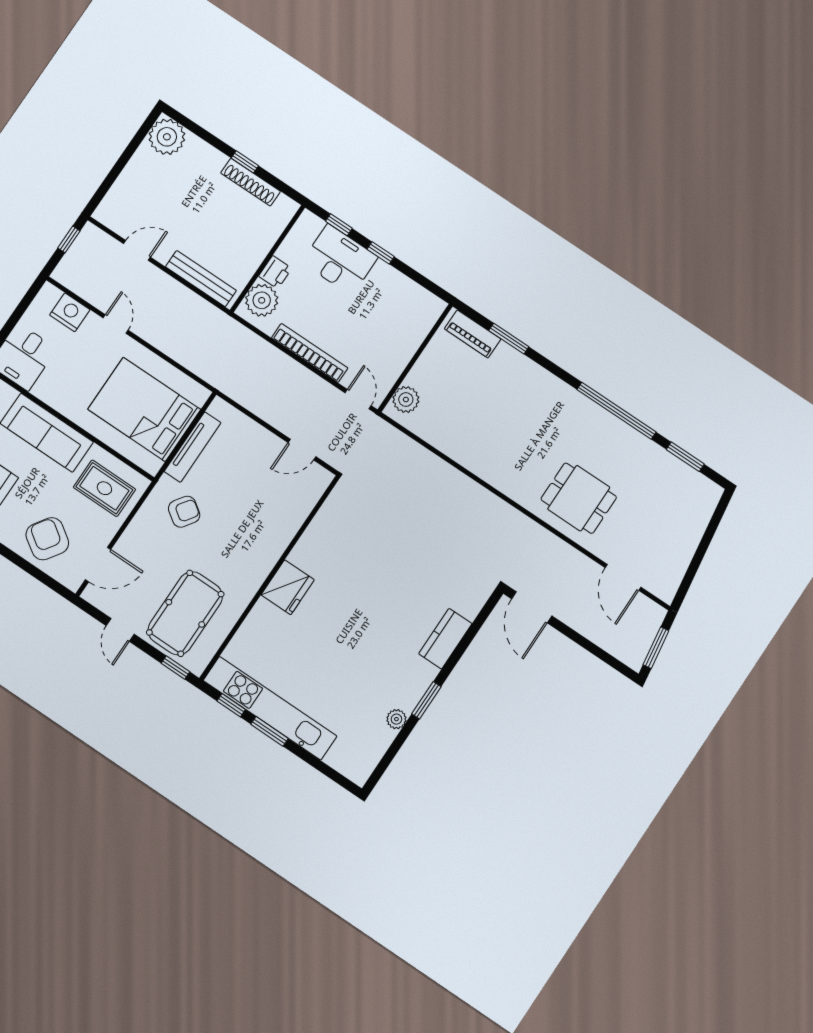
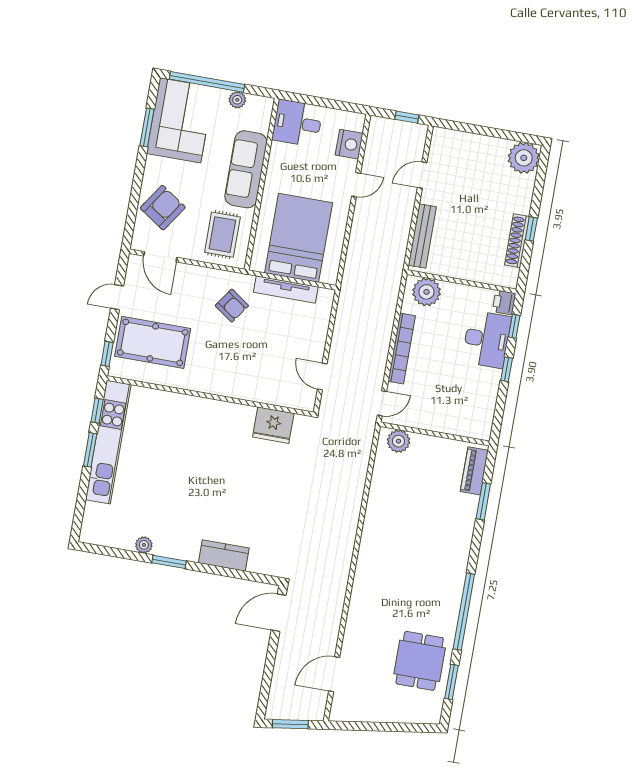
door: (137, 250) -> (422, 175), swing flipped
printer: (275, 272) -> (504, 302), moved, turned 90
dining table: (579, 498) -> (420, 661), moved
fridge: (288, 587) -> (273, 425), moved

